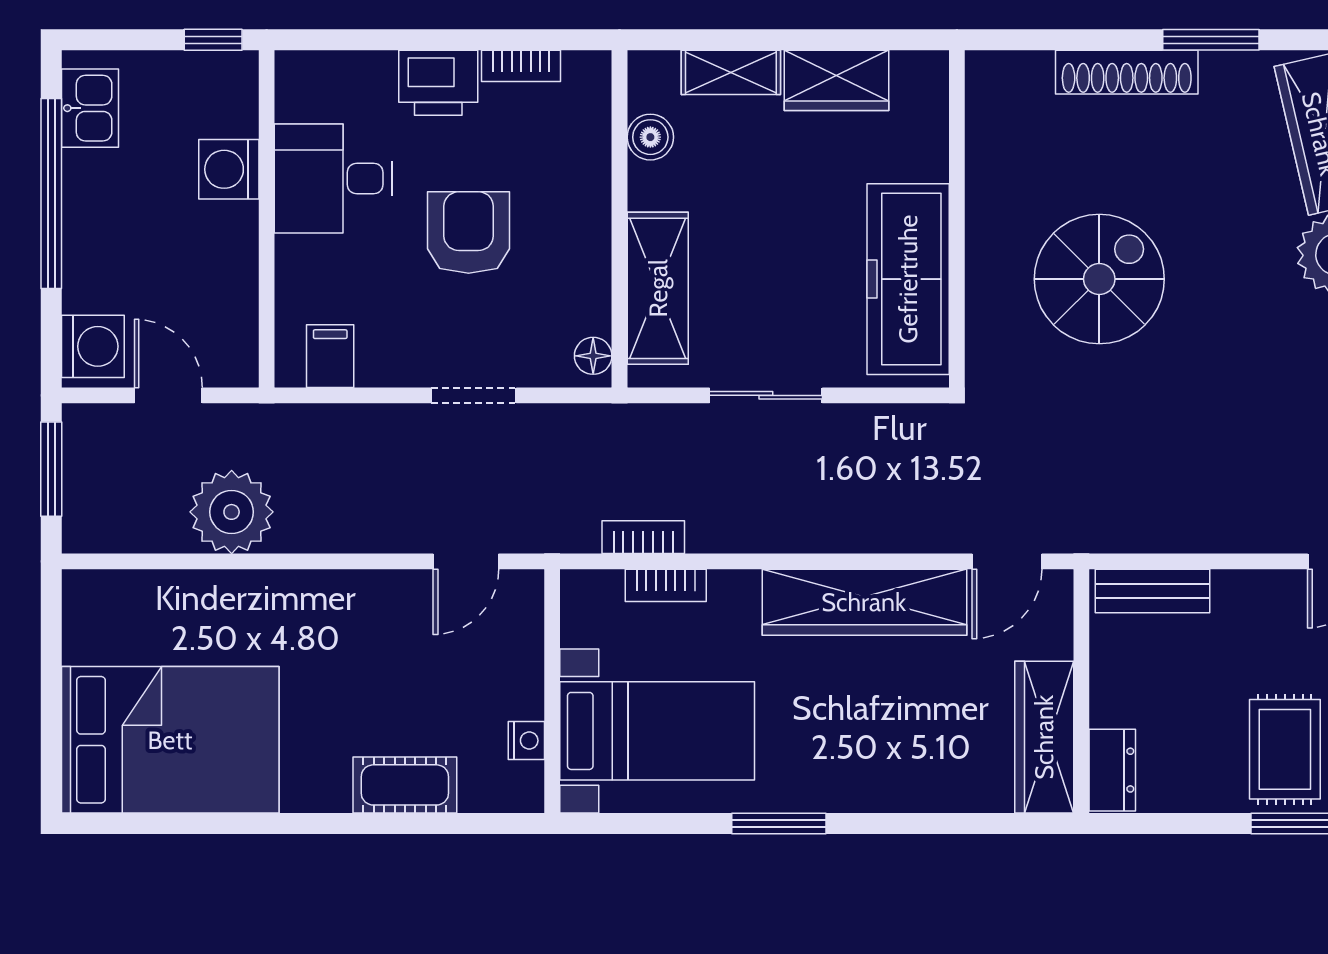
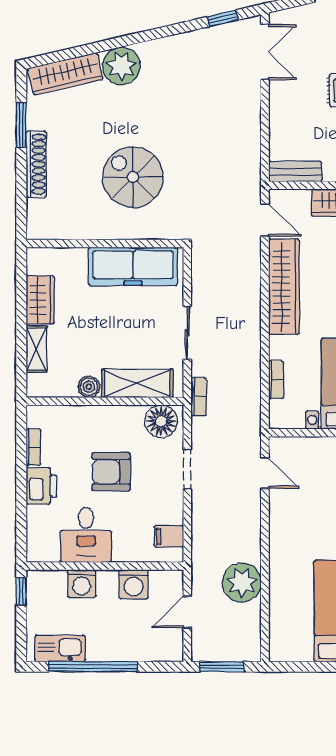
kitchen sink: (90, 108) -> (60, 649), width x1.38
boiler: (650, 137) -> (89, 387), moved
washing machine: (93, 346) -> (134, 584), moved, turned 180
floor lamp: (593, 356) -> (161, 421), width x1.89, depth x1.89
bookcase: (643, 537) -> (199, 397), moved, turned 180
bench: (1153, 591) -> (295, 172), moved, turned 90

